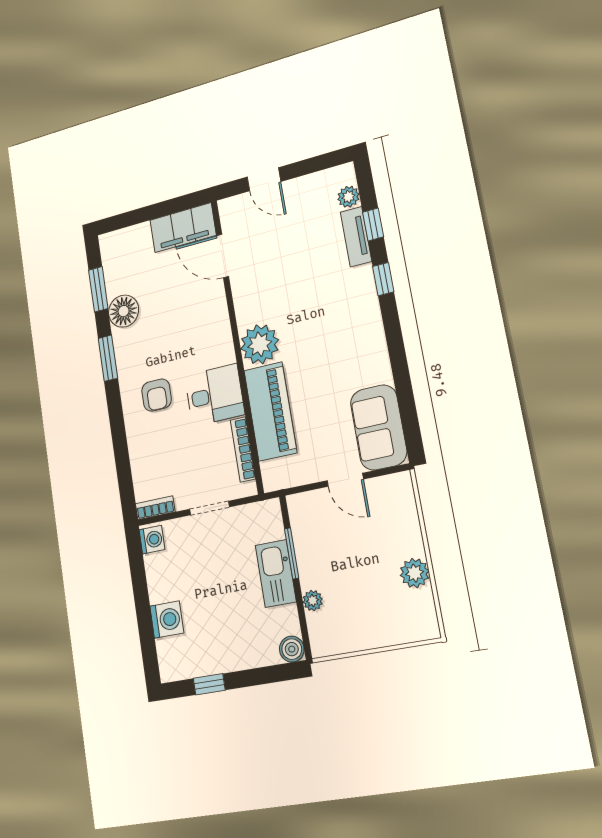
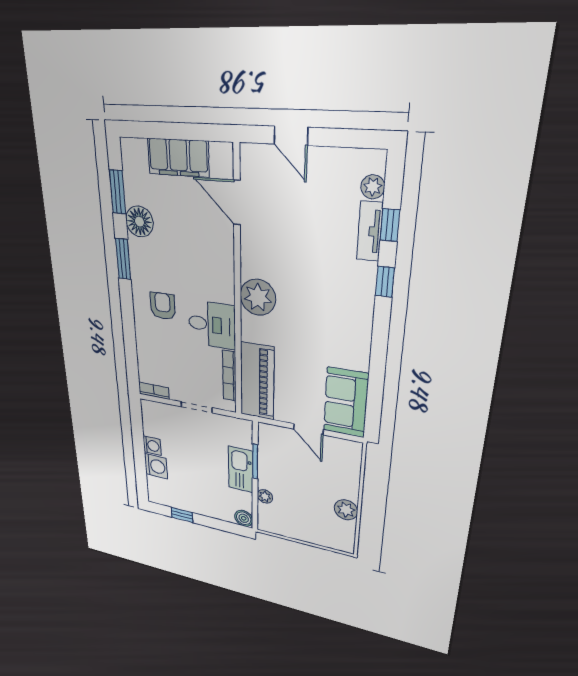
filing cabinet: (183, 228) -> (178, 158), moved
armchair: (157, 395) -> (163, 306), turned 180
piano: (270, 411) -> (257, 381), moved
washing machine: (152, 540) -> (152, 446), moved

